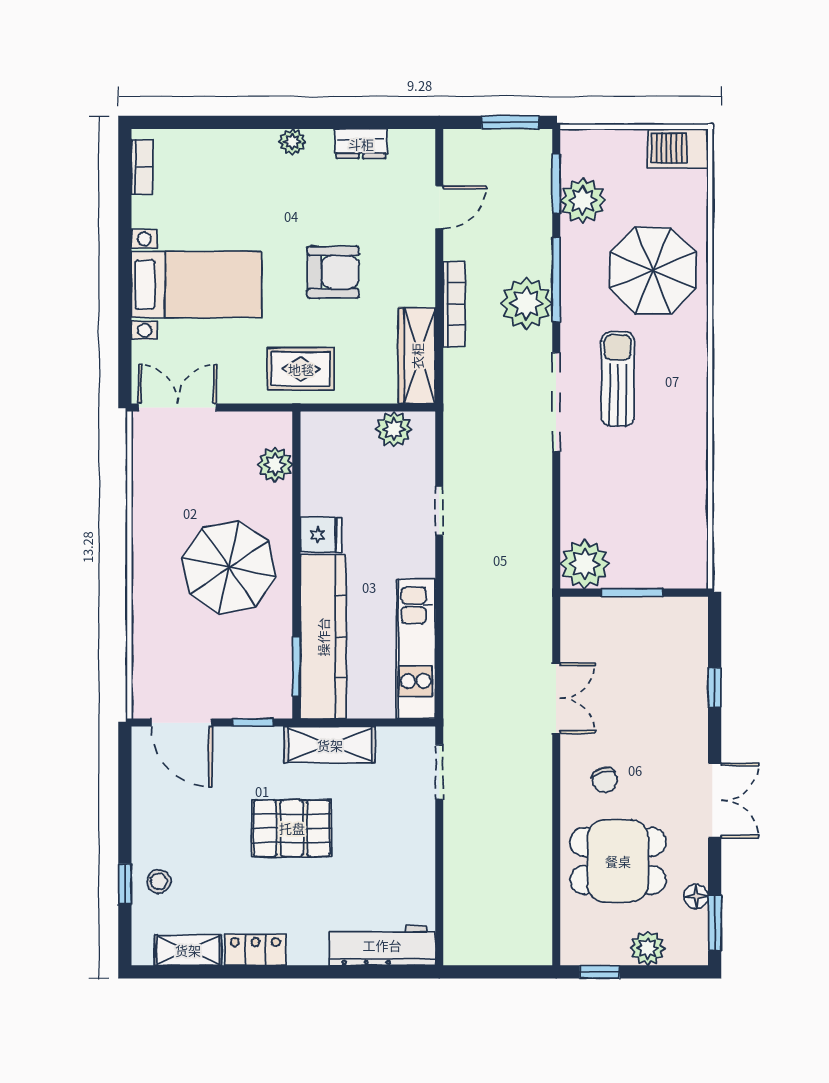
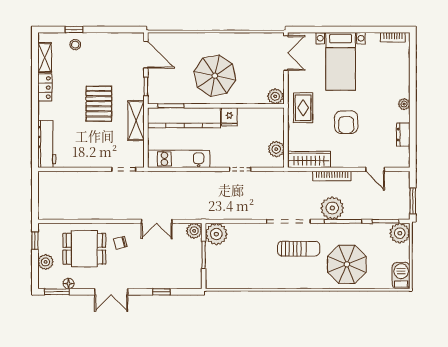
plant: (583, 200) -> (400, 233), moved
plant: (275, 465) -> (275, 96), moved
plant: (578, 614) -> (194, 231), added
door: (181, 723) -> (146, 55), swing flipped
dining table: (618, 861) -> (84, 249), turned 90

